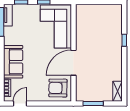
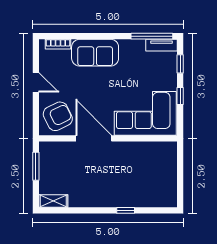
armchair: (58, 88) -> (58, 116), turned 63
door: (20, 103) -> (36, 82), moved

